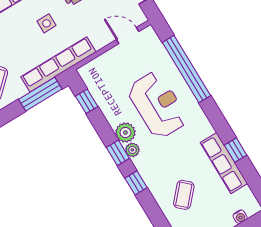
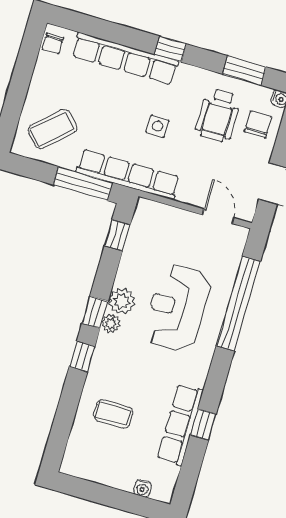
reception desk: (158, 105) -> (177, 308), turned 180
coffee table: (184, 195) -> (113, 414), turned 48

